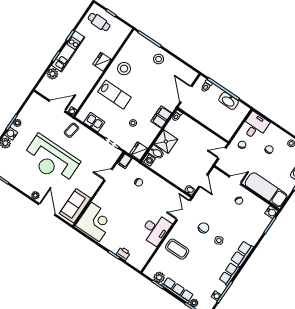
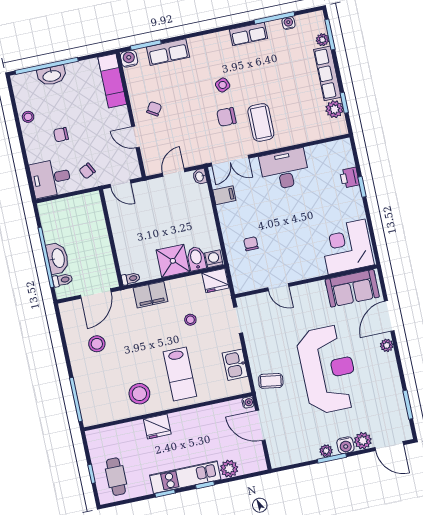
stool: (159, 59) -> (97, 344), moved
lab bench: (115, 95) -> (180, 374), turned 180
washbasin: (229, 101) -> (58, 258), moved
filing cabinet: (125, 161) -> (224, 195), moved
exam couch: (266, 190) -> (112, 81), width x0.73, depth x0.69
coffee table: (177, 249) -> (261, 122), moved
row of seats: (242, 254) -> (168, 52), moved

